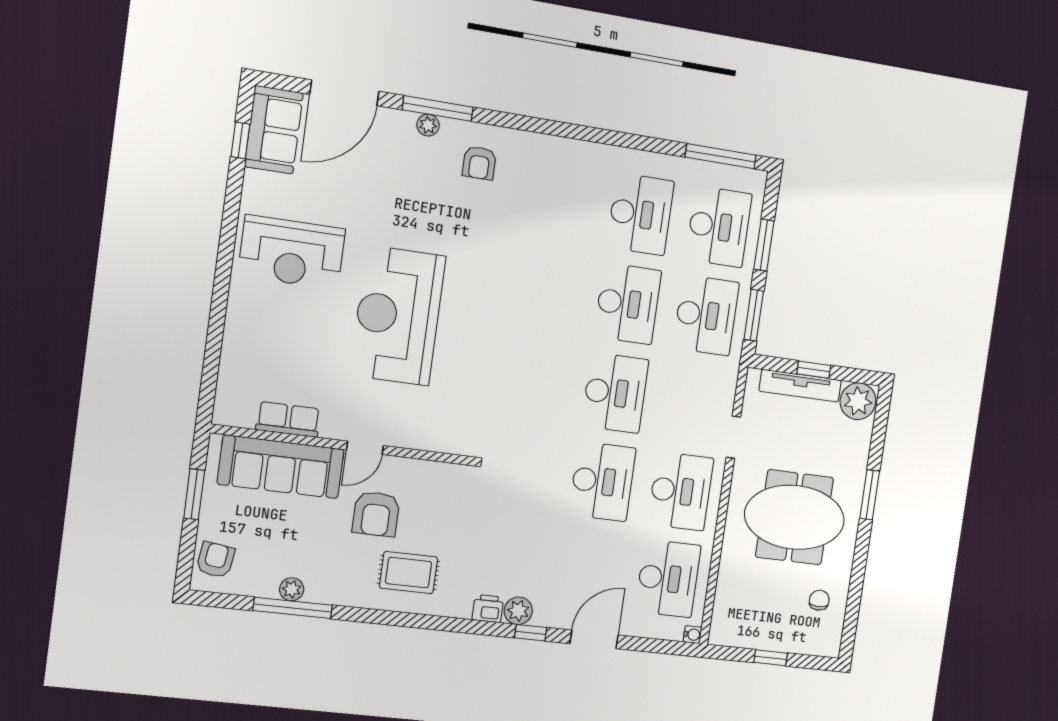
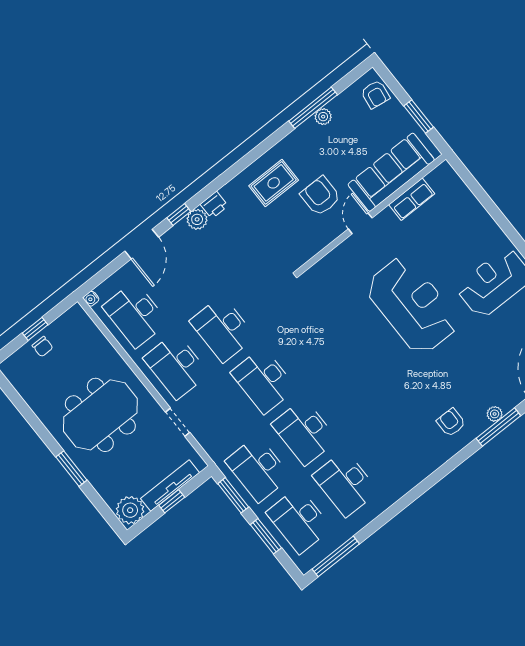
chair: (819, 600) -> (43, 347), moved

